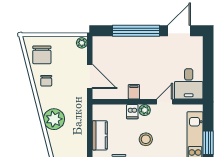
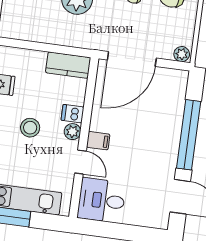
door: (90, 76) -> (132, 59), width x1.36
filing cabinet: (134, 92) -> (98, 141), moved
kitchen counter: (100, 135) -> (68, 65), moved

